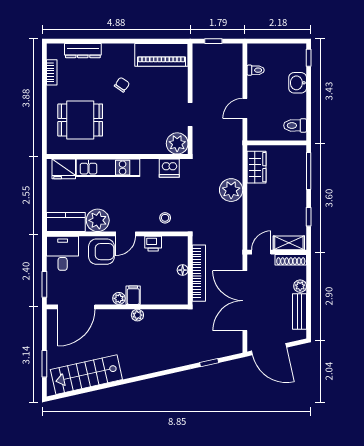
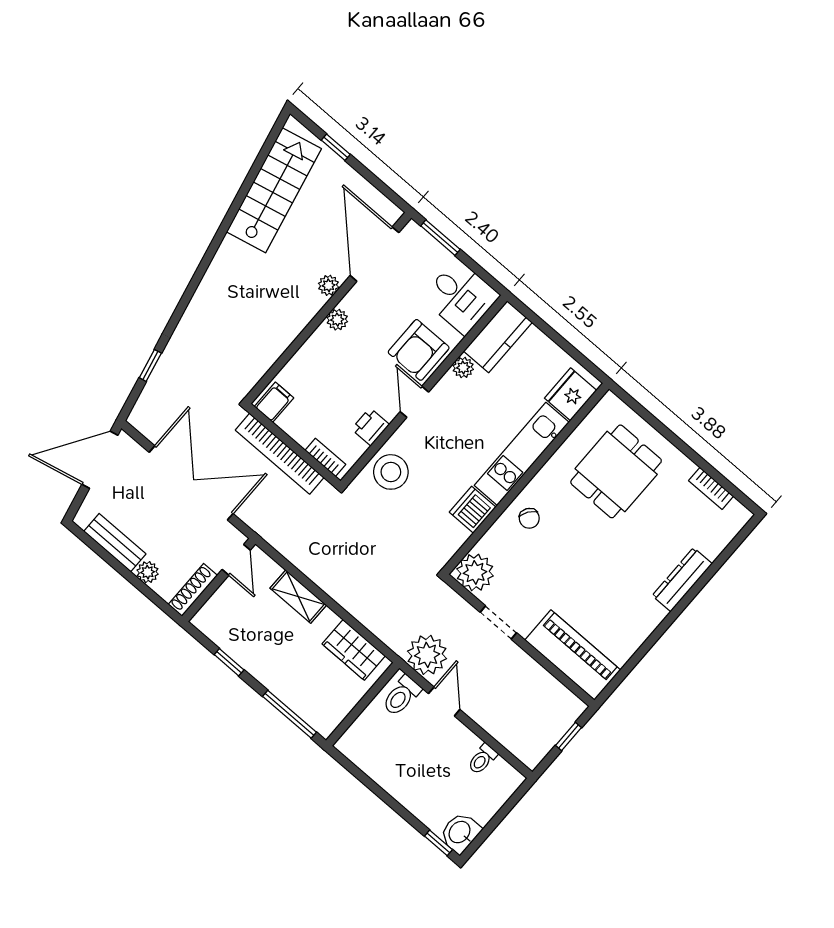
dresser: (83, 51) -> (682, 580), moved
piano: (161, 55) -> (573, 655), moved, turned 90
washbasin: (298, 83) -> (460, 833), moved, turned -90
chair: (122, 85) -> (529, 518), moved
toilet: (295, 125) -> (402, 696), moved, turned 180
dishwasher: (169, 168) -> (473, 510), moved
plant: (231, 190) -> (427, 655), moved
stool: (165, 218) -> (391, 472), width x1.89, depth x1.89
plant: (98, 220) -> (463, 367), width x0.53, depth x0.53
shelving: (289, 243) -> (298, 597), moved, turned 90
bookcase: (183, 252) -> (325, 457), added
floor lamp: (183, 270) -> (302, 436), removed
filing cabinet: (133, 295) -> (274, 402), moved, turned -90
plant: (137, 315) -> (329, 285), moved
window: (44, 364) -> (336, 147), width x0.67

